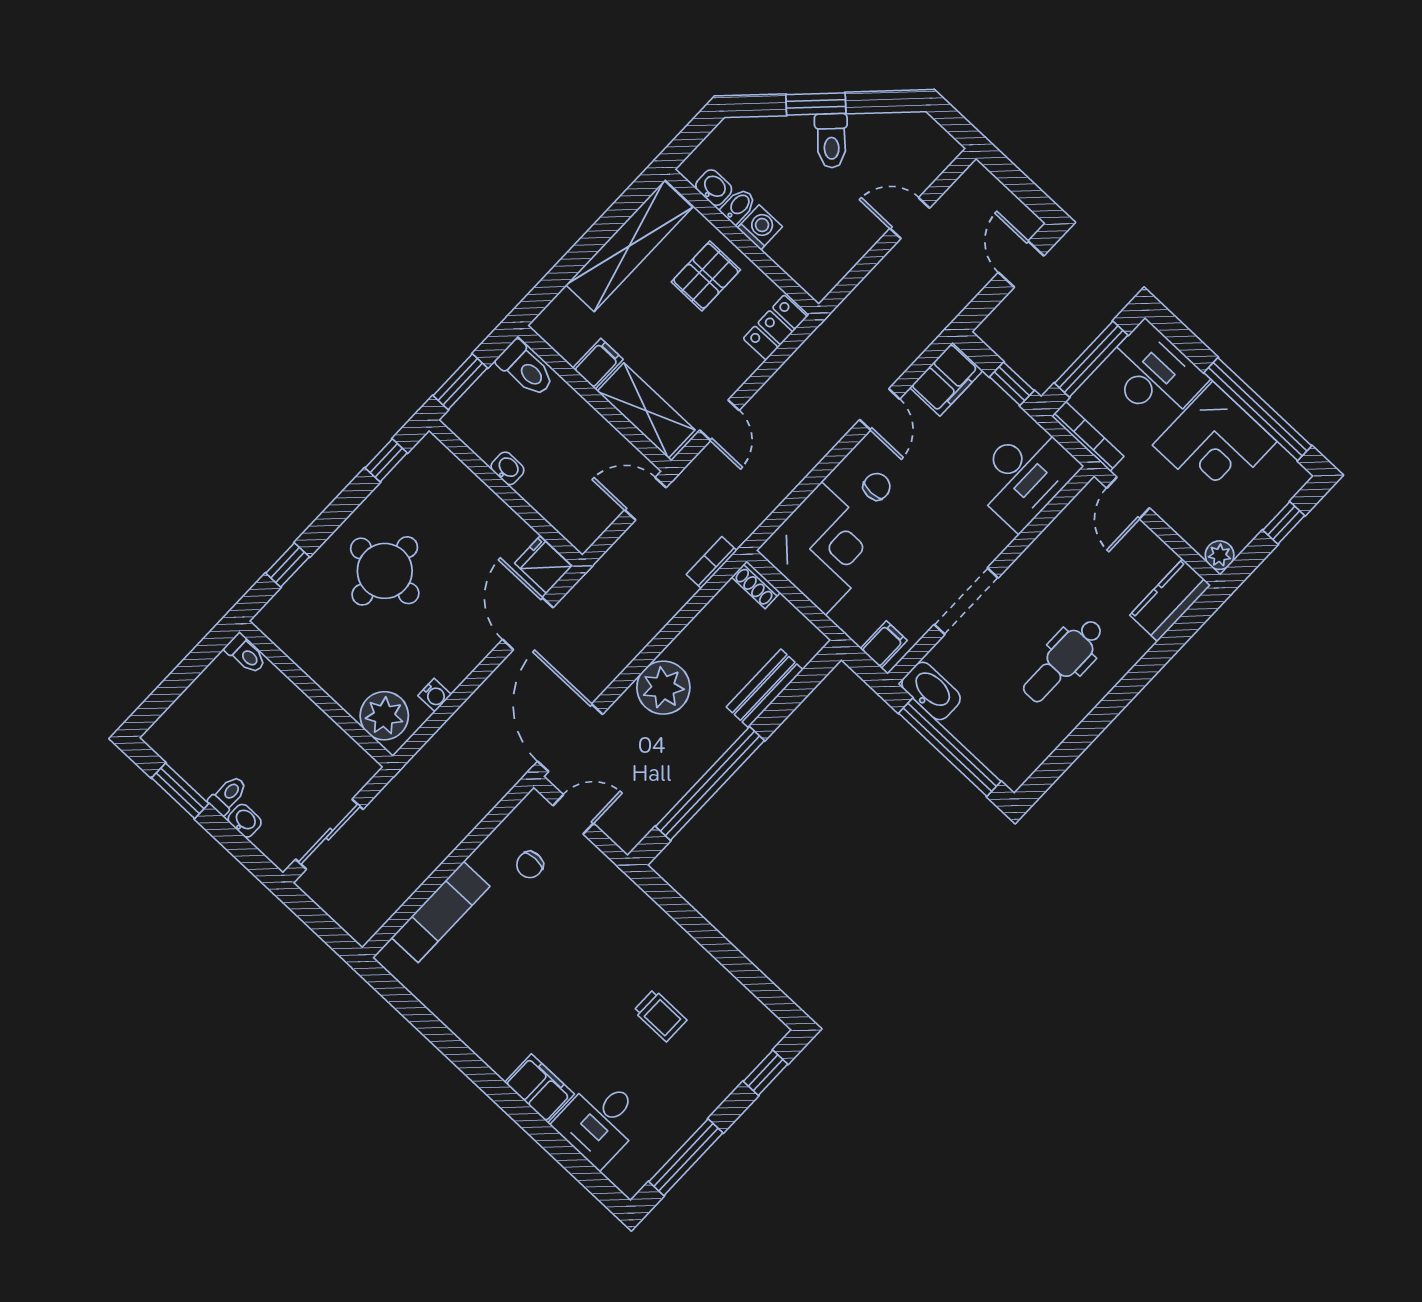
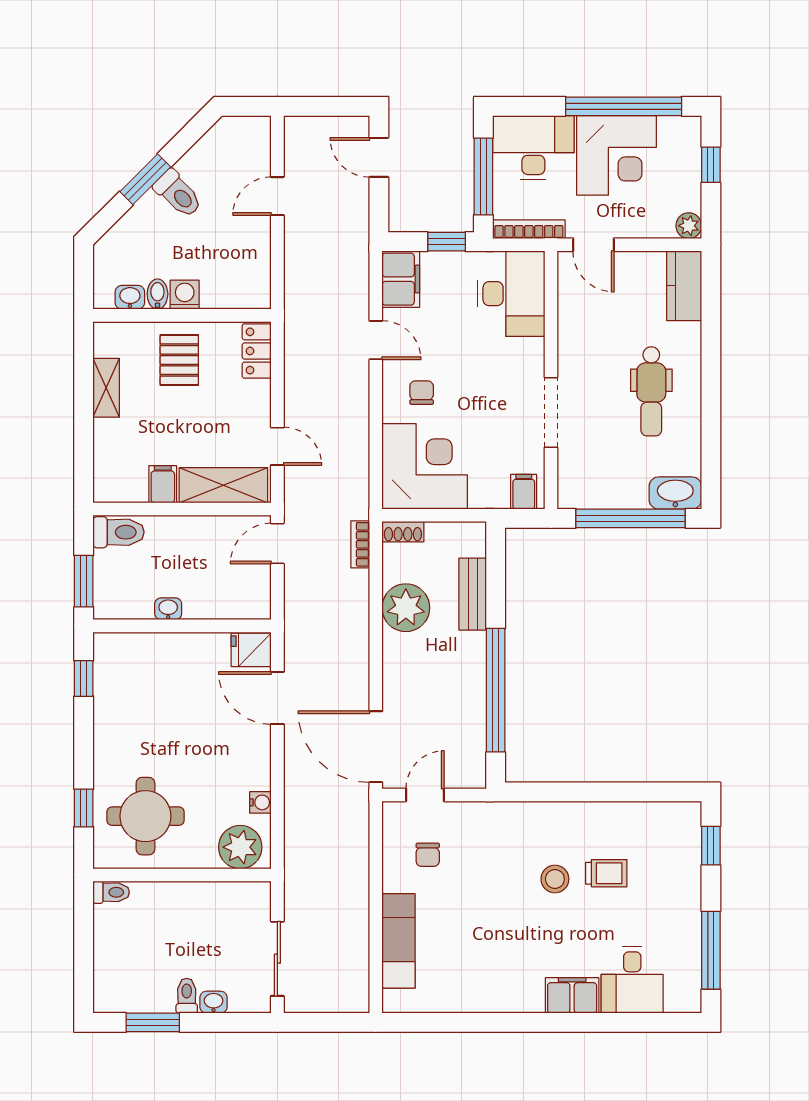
shelving: (629, 246) -> (106, 388), width x0.45, depth x0.75
round table: (385, 571) -> (145, 816), moved
plant: (663, 688) -> (406, 608), moved
washbasin: (931, 691) -> (675, 493), moved
stool: (614, 981) -> (555, 879), added

